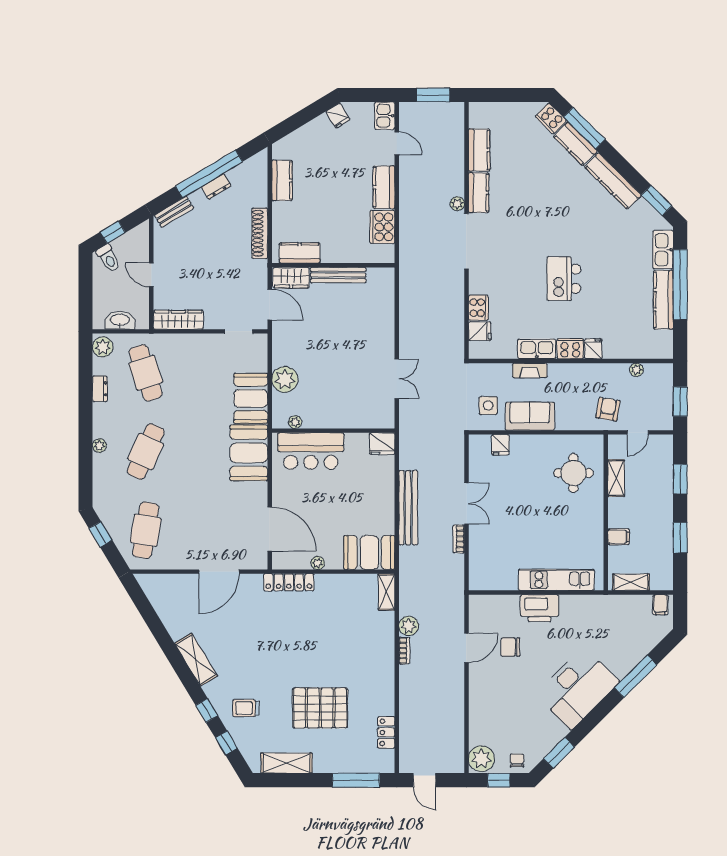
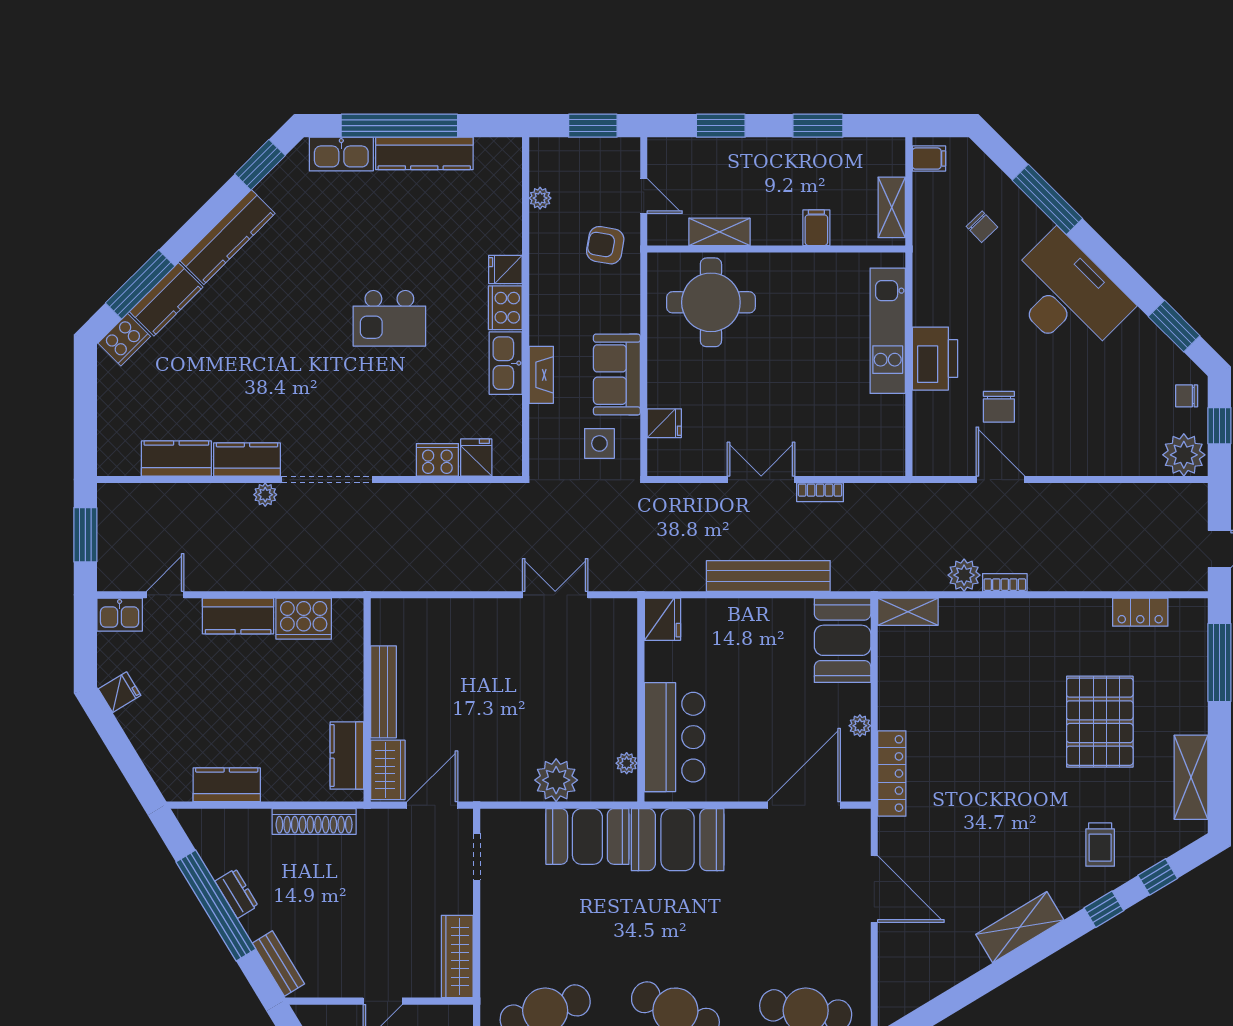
round table: (573, 473) -> (711, 302), width x1.36, depth x1.36
chair: (619, 637) -> (982, 227), added

